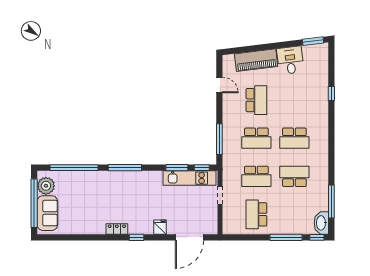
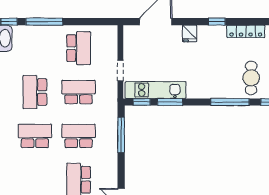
school desk: (294, 176) -> (35, 92), turned 90
cafe table: (107, 189) -> (251, 78), added
locker: (117, 229) -> (246, 31), width x1.53

